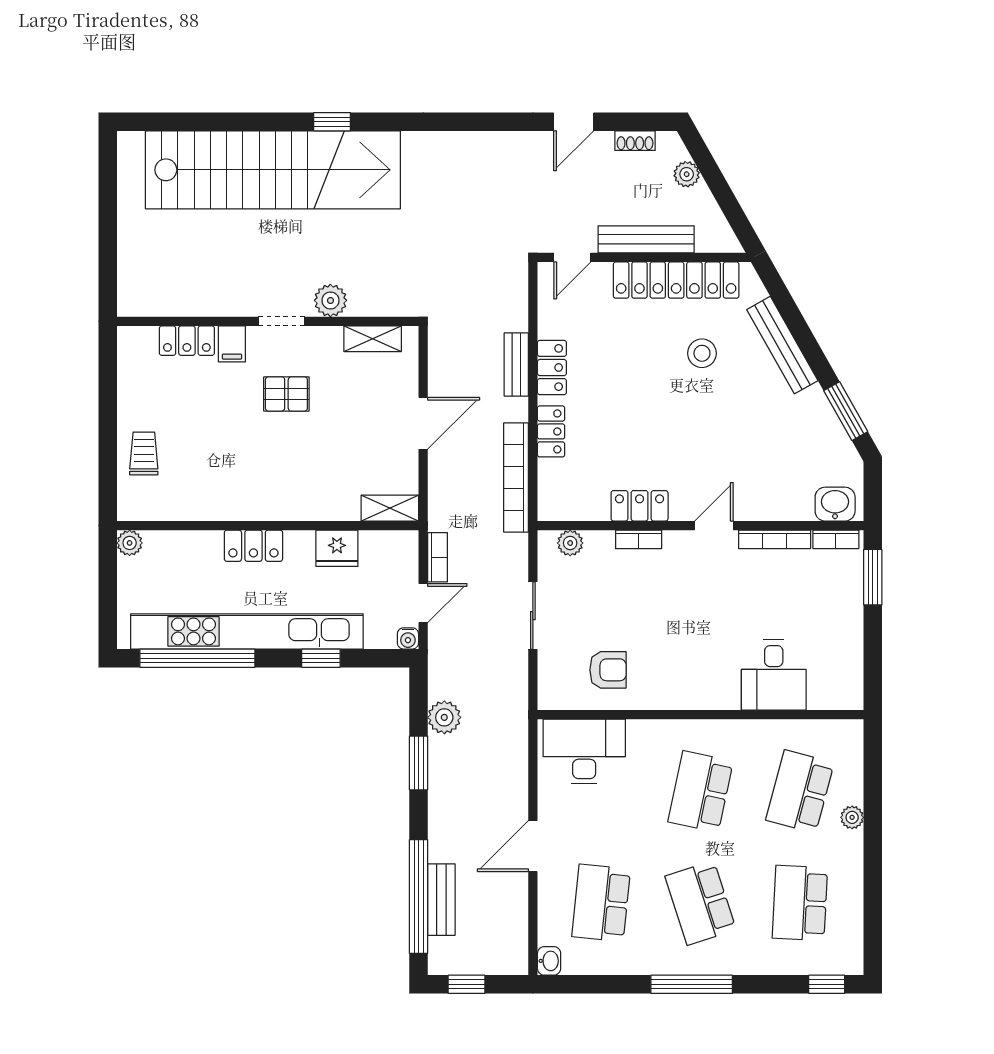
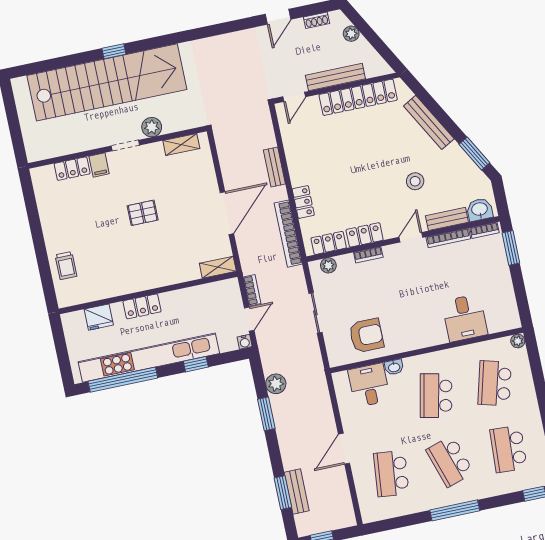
window: (332, 122) -> (114, 51), moved
plant: (330, 300) -> (152, 127), moved
wall: (268, 321) -> (117, 147), moved
doorway: (282, 321) -> (125, 145), moved
shelving: (373, 339) -> (181, 144), moved
locker: (187, 341) -> (72, 169), moved
filing cabinet: (232, 344) -> (99, 165), moved
stool: (702, 353) -> (415, 181), moved
locker: (552, 368) -> (329, 243), moved, turned -90
door: (423, 423) -> (227, 213), width x1.36
trolley: (144, 453) -> (66, 266), turned 180
bench: (779, 508) -> (447, 219), added
plant: (130, 543) -> (69, 320), removed
fridge: (337, 548) -> (99, 317), moved
armchair: (608, 670) -> (366, 335), width x1.38, depth x1.38
desk: (584, 751) -> (369, 385), width x0.73
plant: (852, 817) -> (518, 341), moved
window: (419, 896) -> (283, 493), width x0.47
washbasin: (549, 961) -> (394, 367), moved, turned 90

